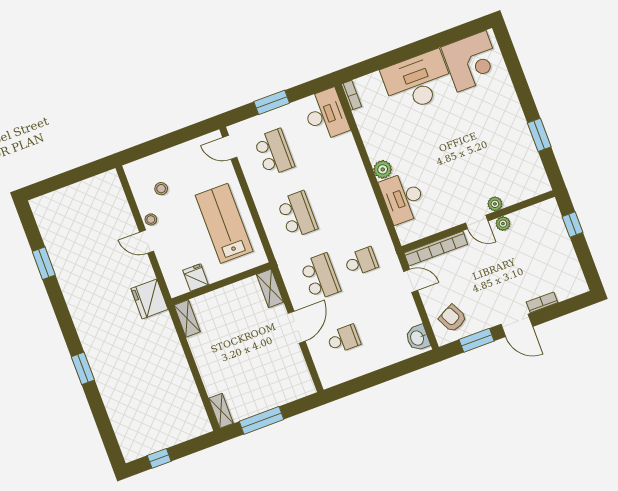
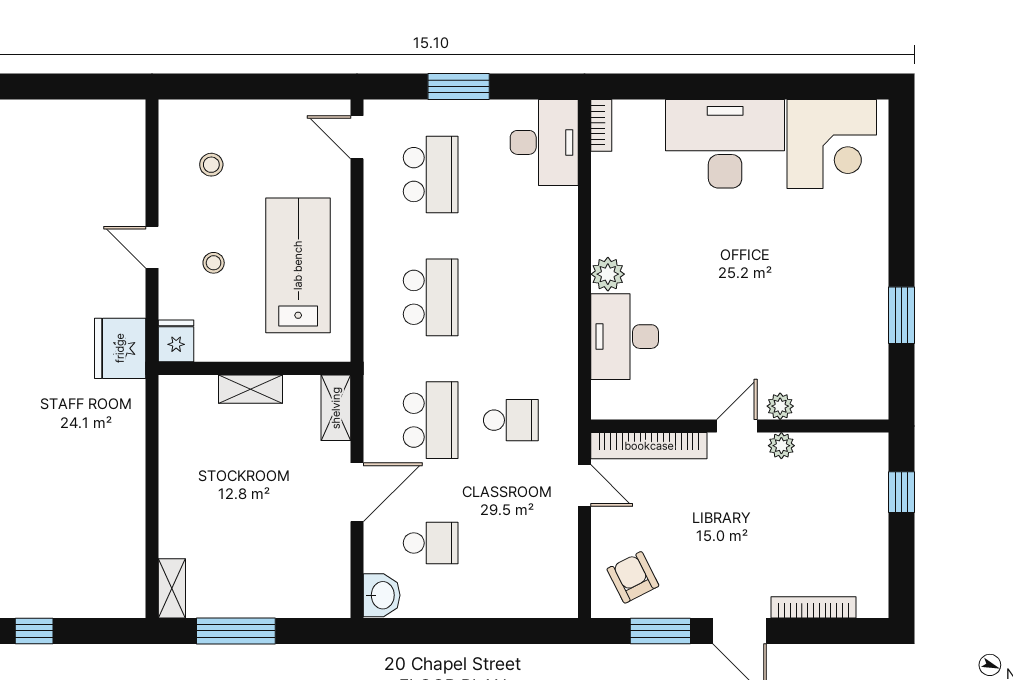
stool: (151, 219) -> (214, 263), moved
door: (477, 222) -> (737, 426), swing flipped
fridge: (196, 278) -> (176, 341), moved
bookcase: (542, 302) -> (813, 607), width x1.56
shelving: (187, 318) -> (250, 389), moved, turned 90
washbasin: (418, 338) -> (382, 595), moved, turned 180

